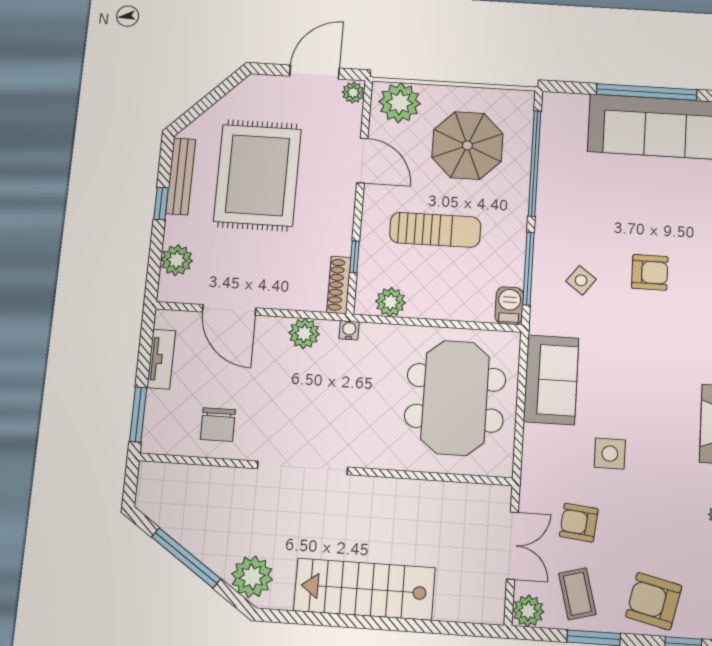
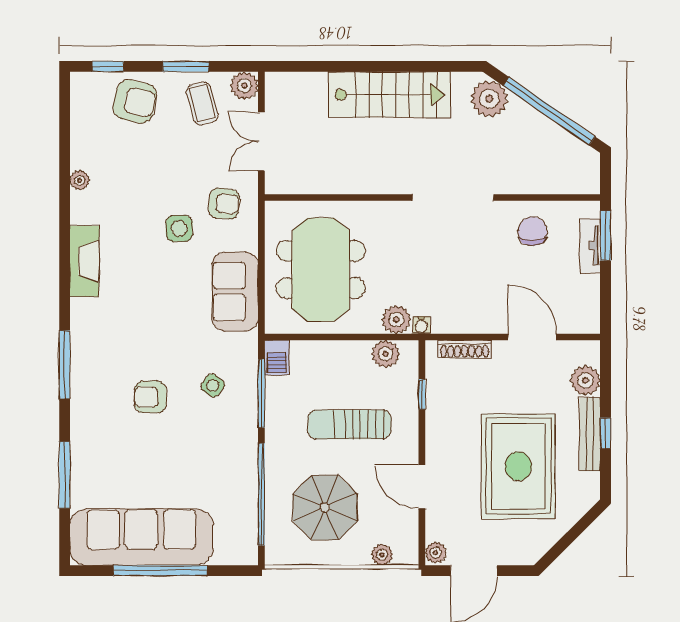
plant: (400, 103) -> (382, 555), width x0.53, depth x0.53
bench: (181, 176) -> (590, 434), moved
shoe rack: (339, 285) -> (465, 349), moved, turned 90
plant: (304, 333) -> (396, 320), moved
tv unit: (161, 359) -> (590, 246), moved
armchair: (579, 523) -> (224, 204), moved
window: (186, 558) -> (549, 111), width x1.46

